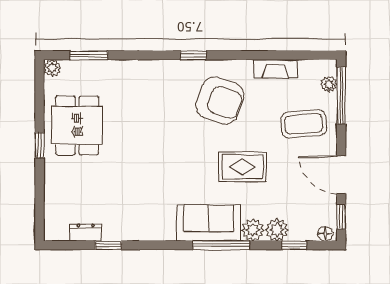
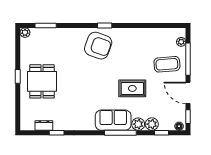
fireplace: (276, 69) -> (151, 33), removed
window: (341, 95) -> (188, 59), moved
armchair: (220, 101) -> (98, 46), moved
dining table: (77, 125) -> (42, 81), moved

